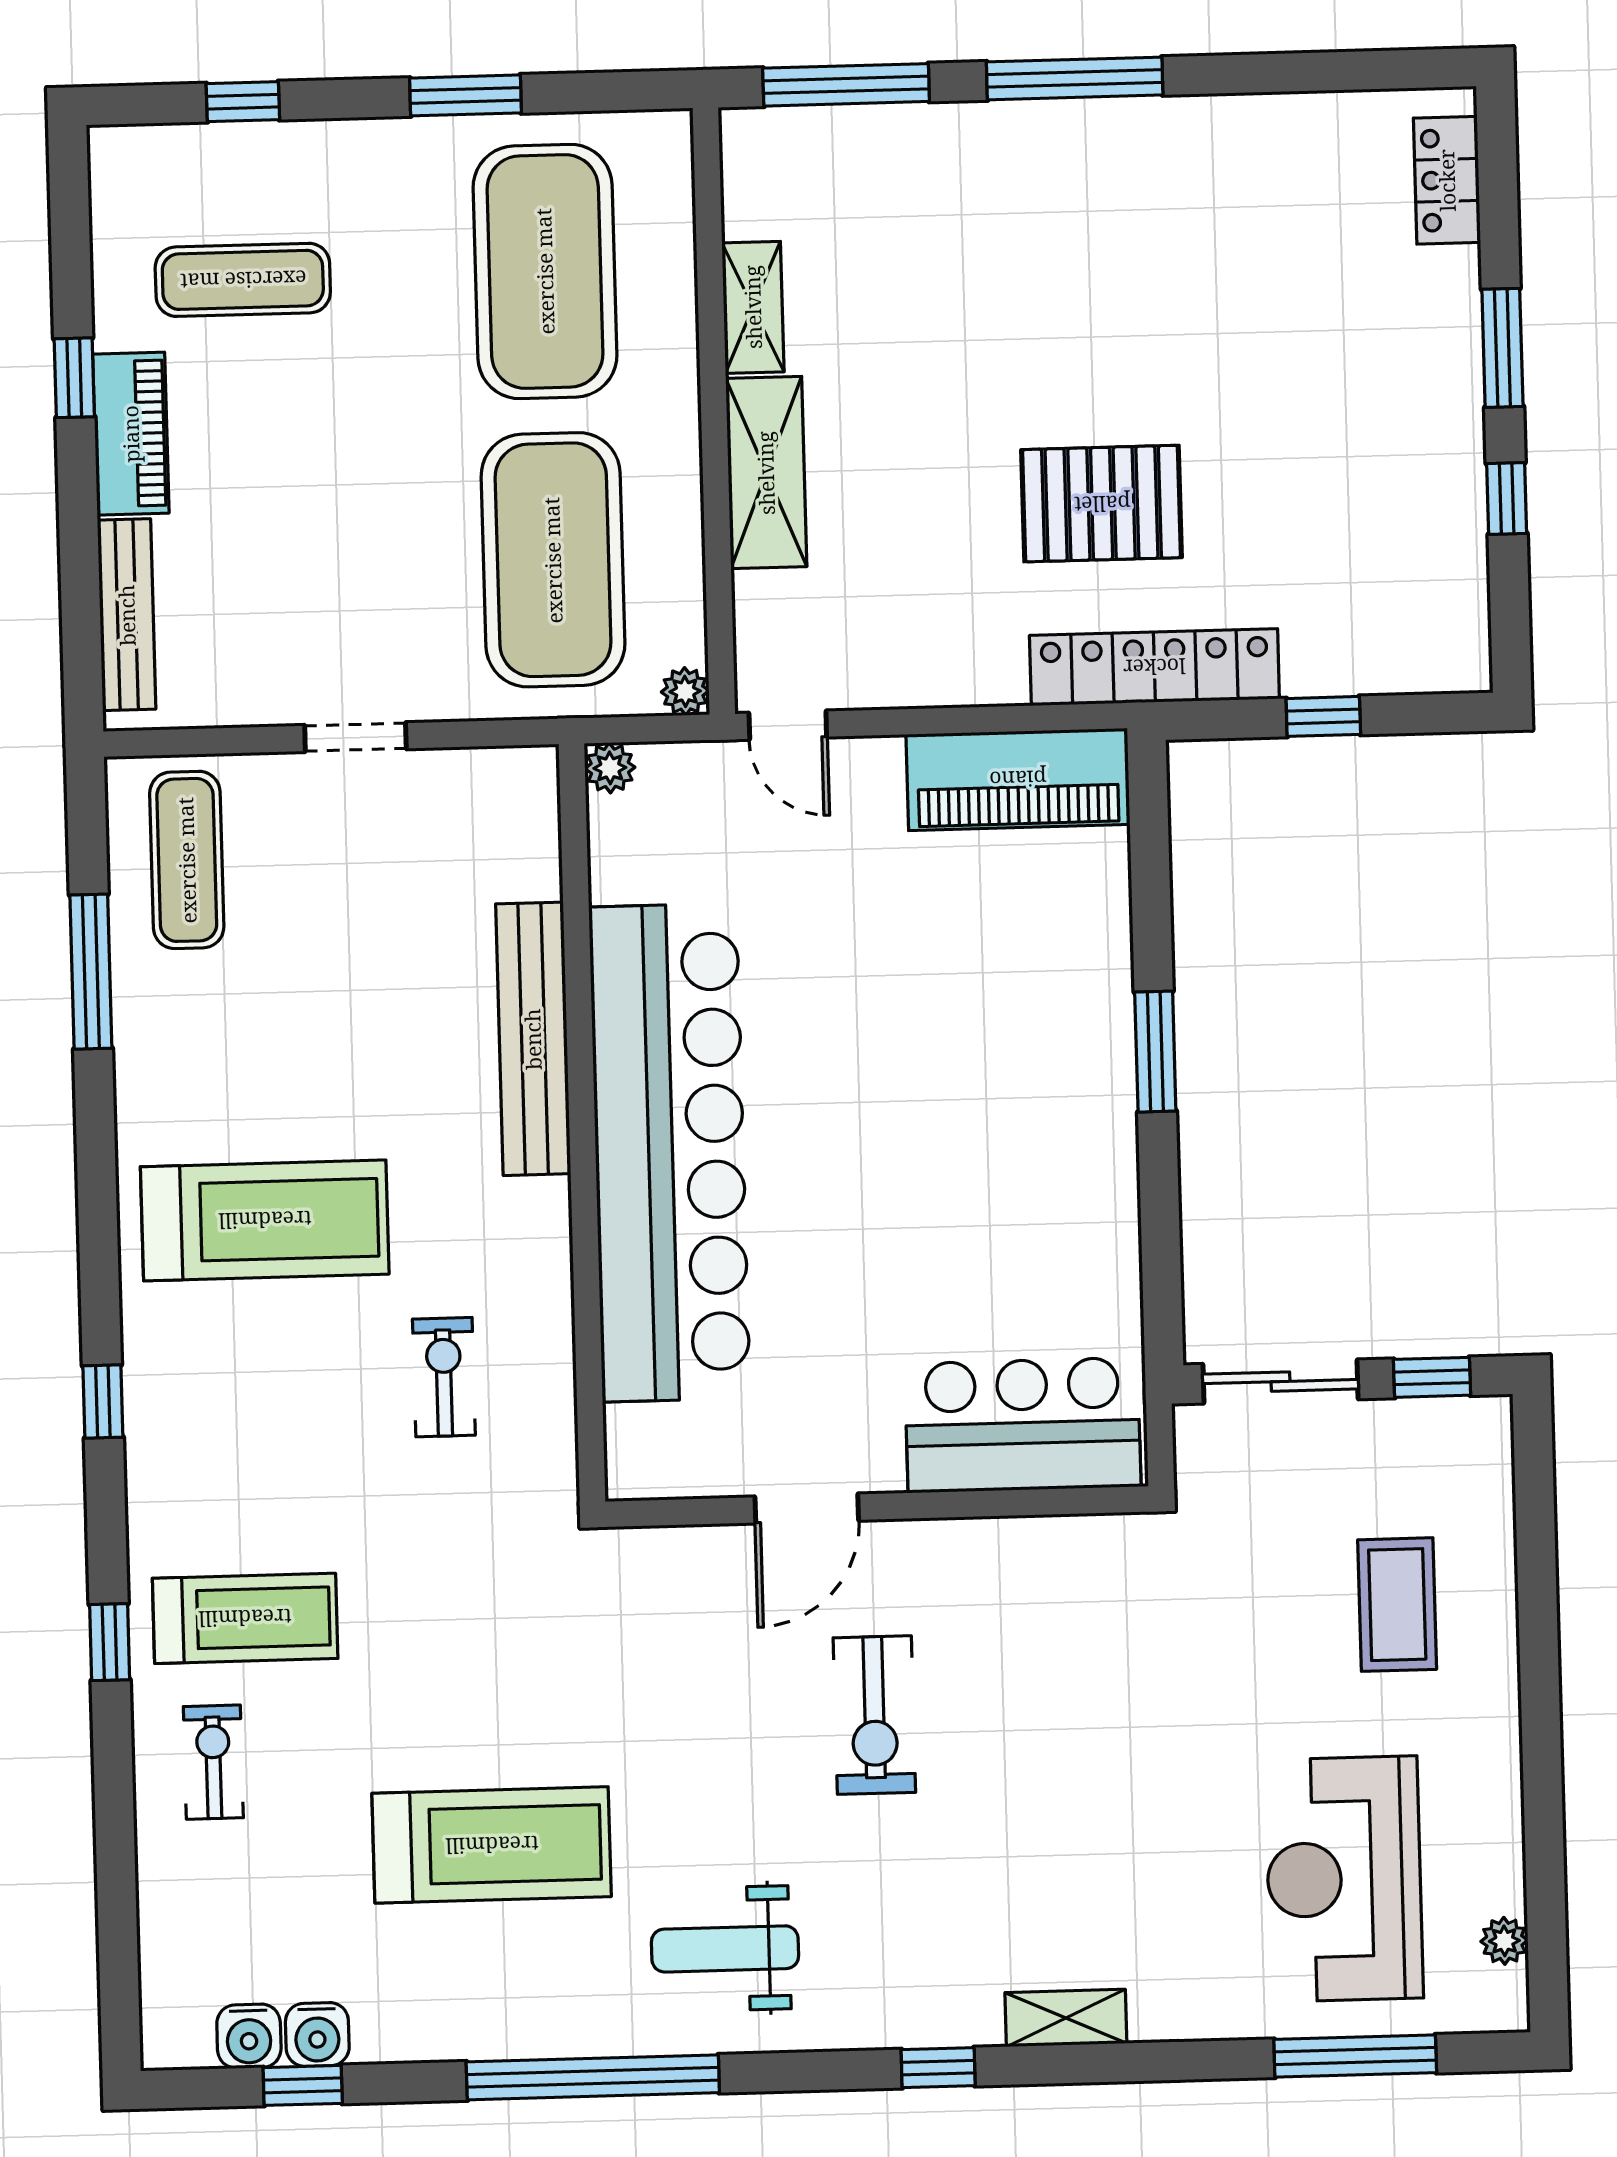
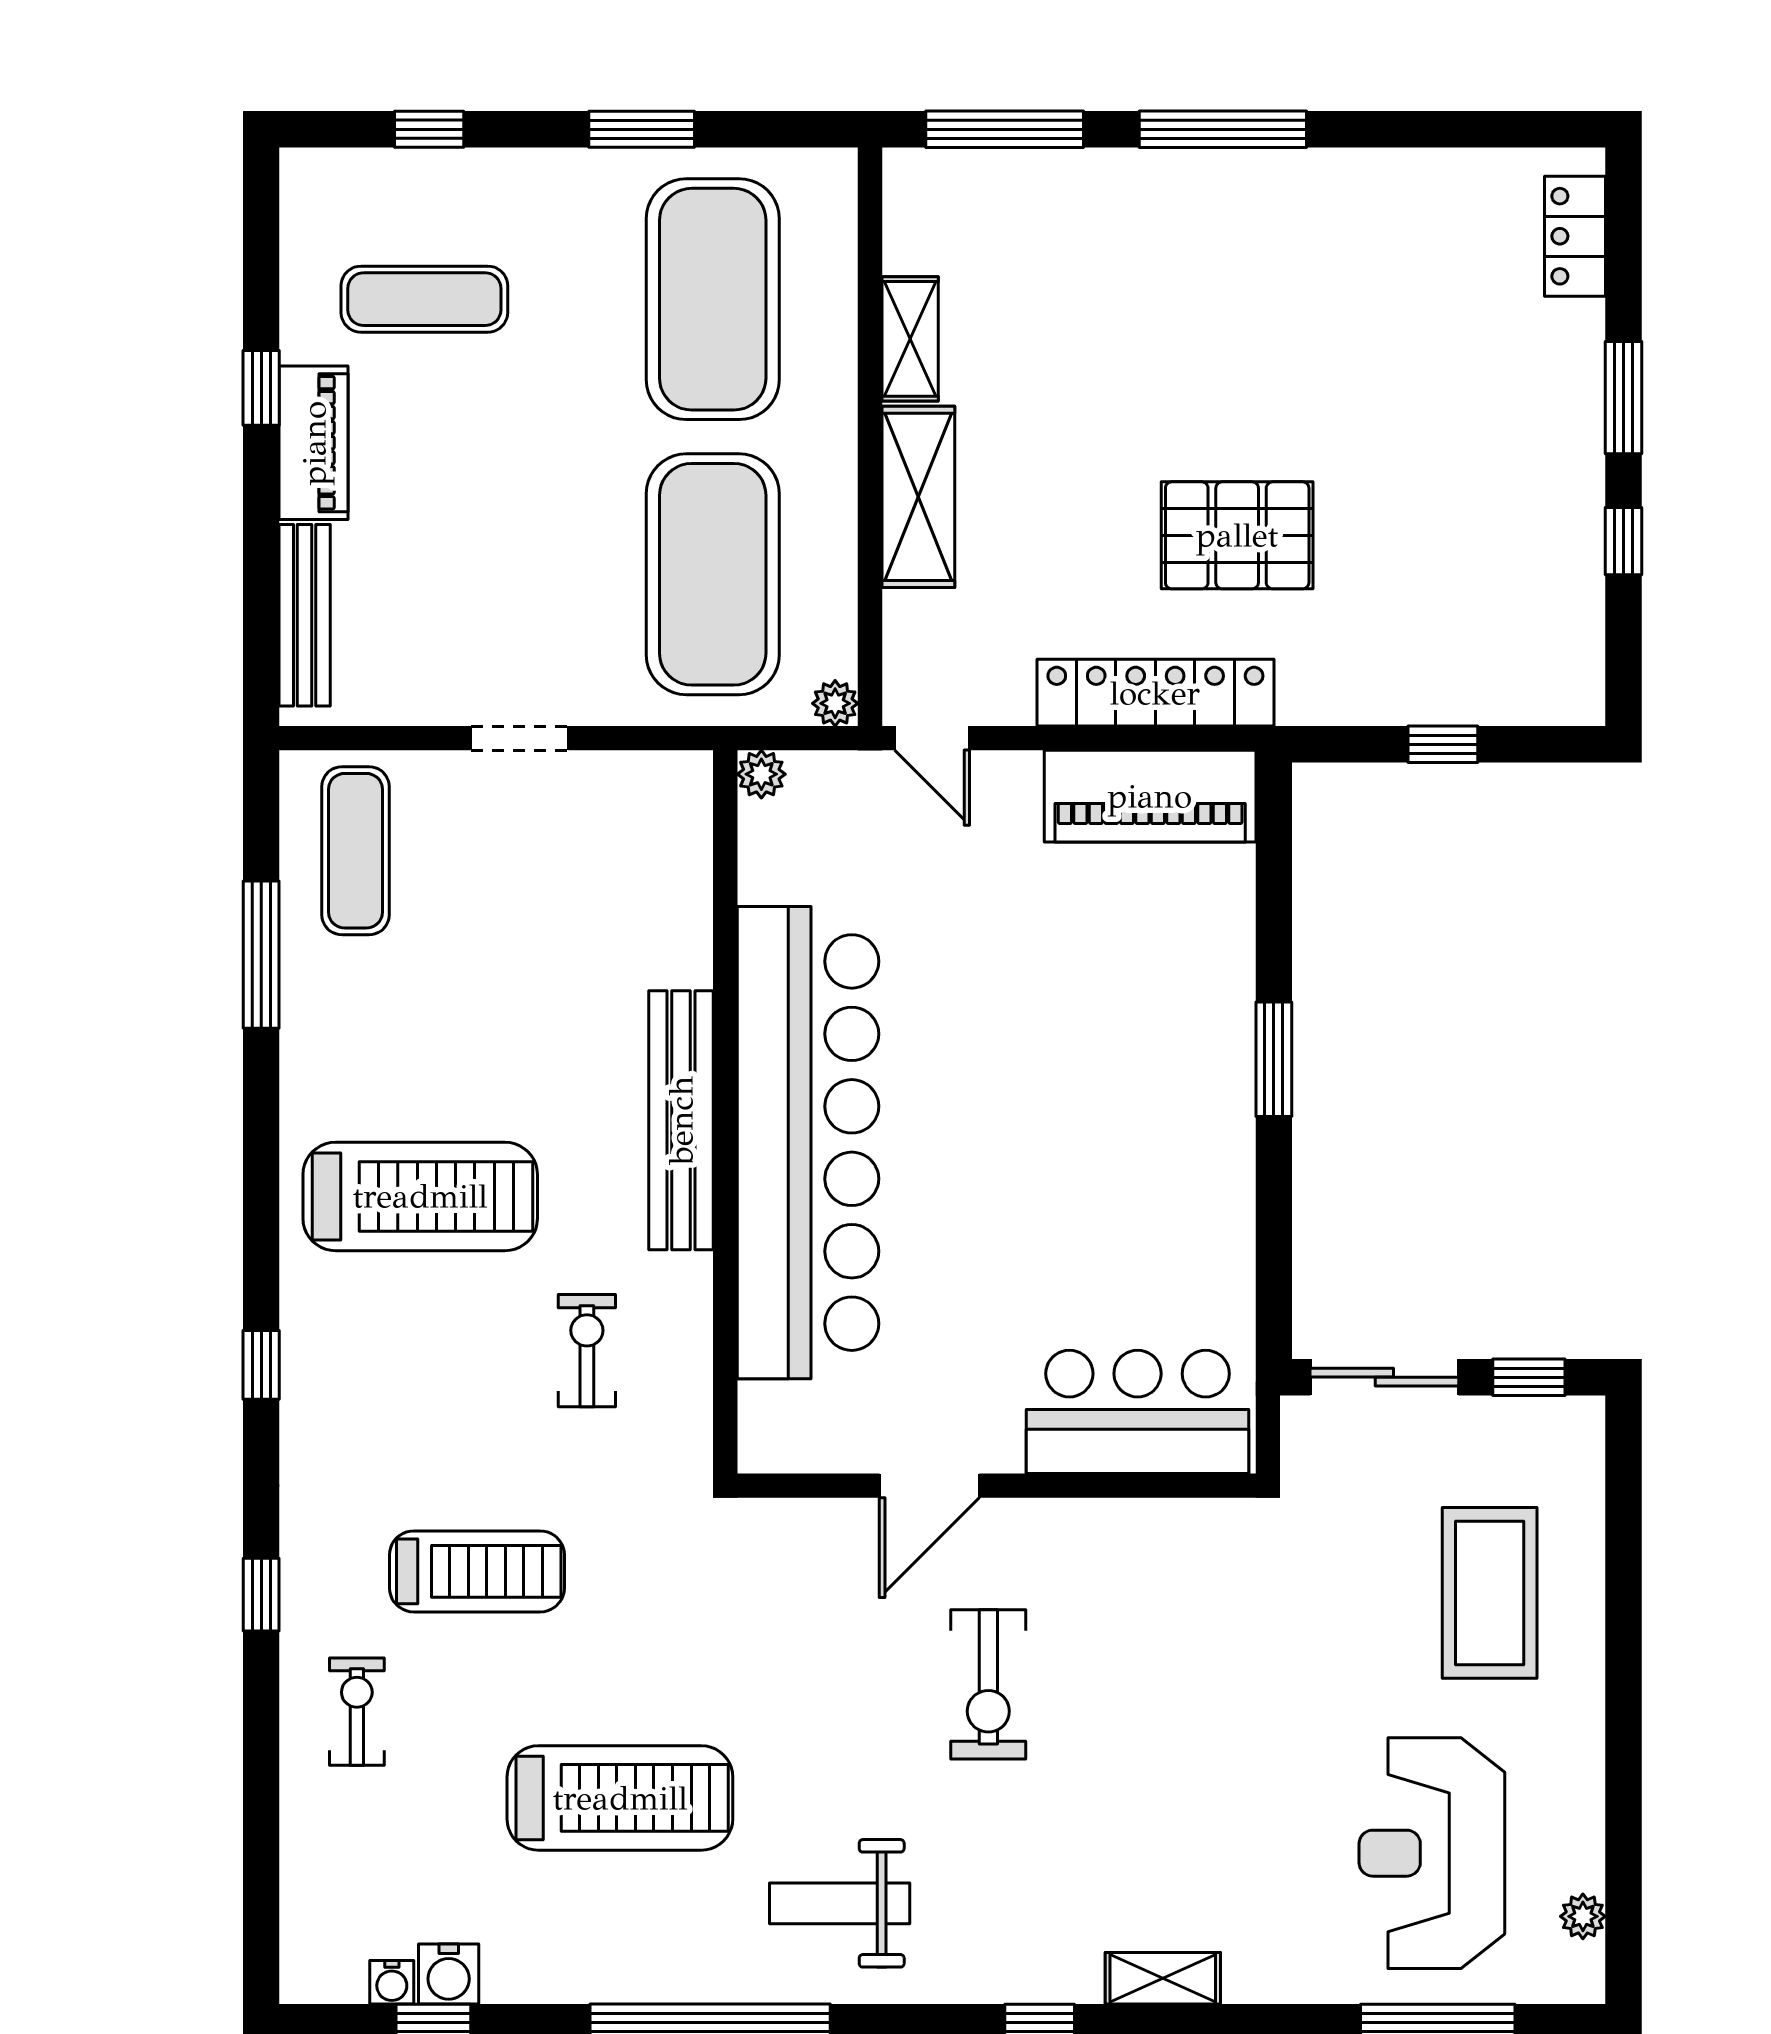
locker: (1154, 667) -> (1155, 693), moved
bench: (533, 1039) -> (681, 1120), moved
coffee table: (1397, 1605) -> (1490, 1593), width x1.36, depth x1.32
treadmill: (245, 1618) -> (477, 1571), moved
water cooler: (249, 2036) -> (392, 1982), width x0.72, depth x0.72

